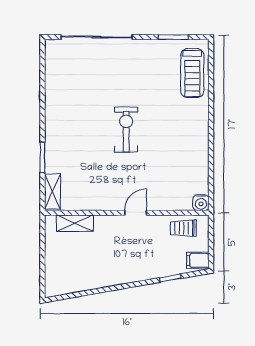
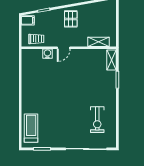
exercise bike: (126, 130) -> (97, 120), moved
water cooler: (201, 203) -> (47, 54), moved
pallet: (123, 263) -> (71, 19), added

